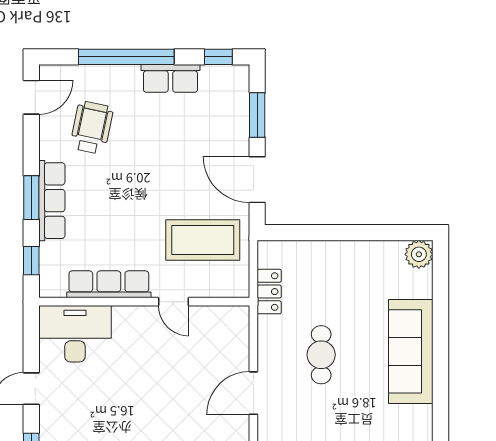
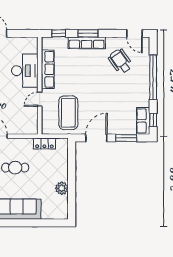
row of seats: (170, 78) -> (143, 121), moved
wheelchair: (92, 128) -> (120, 61), turned -137
plant: (419, 254) -> (62, 188), moved
desk: (75, 334) -> (25, 71), moved

